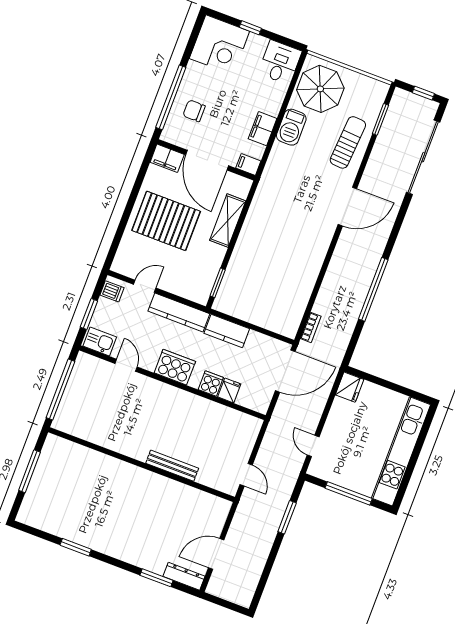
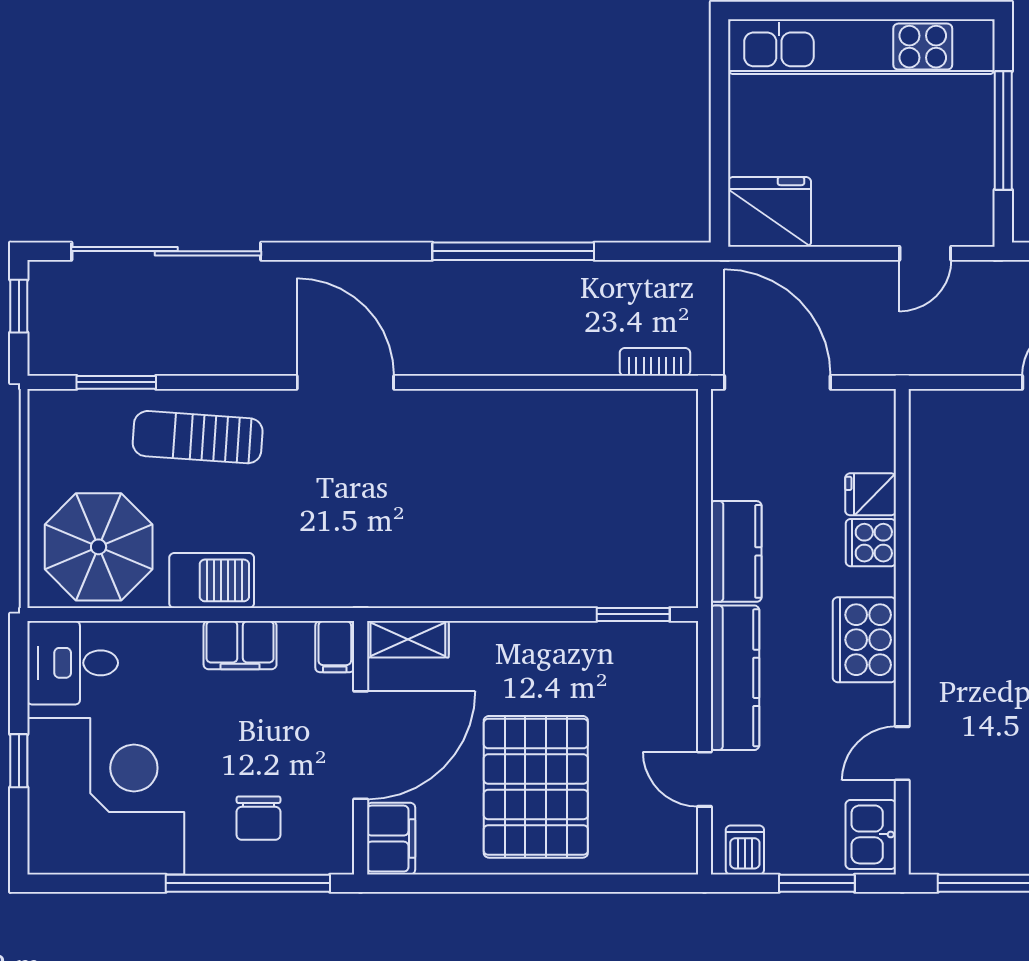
corner desk: (219, 45) -> (106, 796), width x1.36, depth x1.36
shelving: (228, 221) -> (408, 639), moved, width x0.67, depth x0.75
fridge: (350, 387) -> (769, 212), width x1.36, depth x1.34

